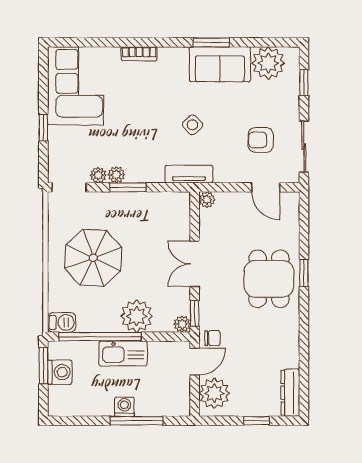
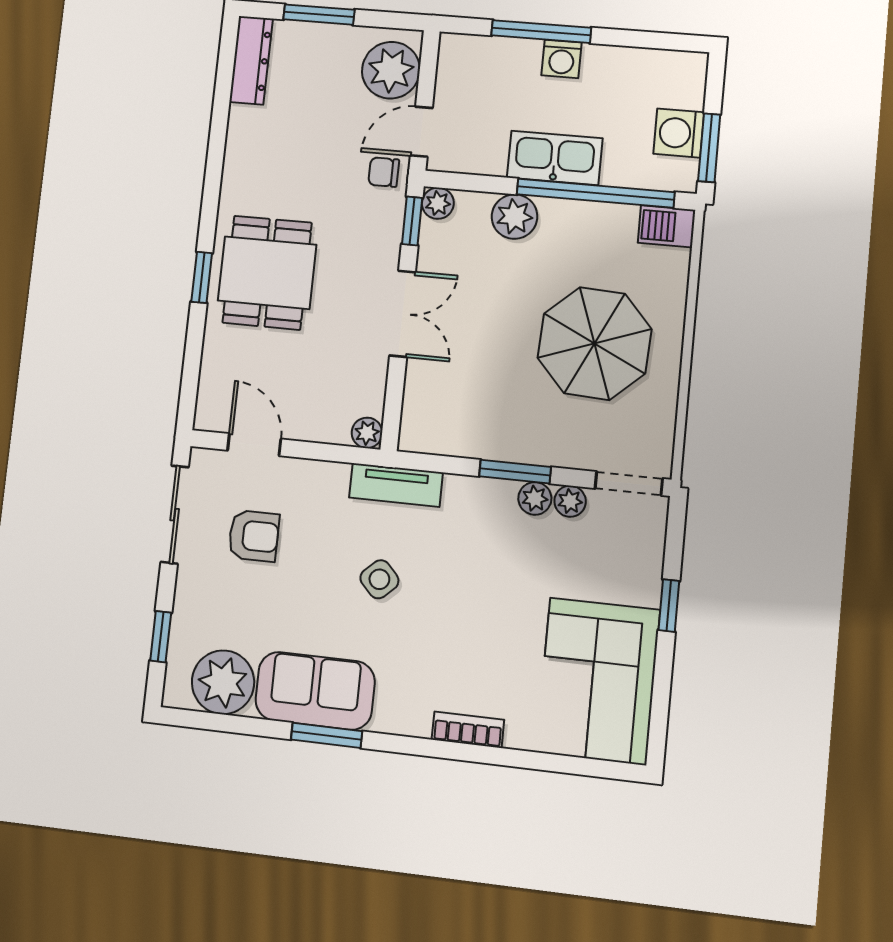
plant: (137, 316) -> (514, 217), width x0.73, depth x0.73
window: (256, 421) -> (319, 15), width x1.50

